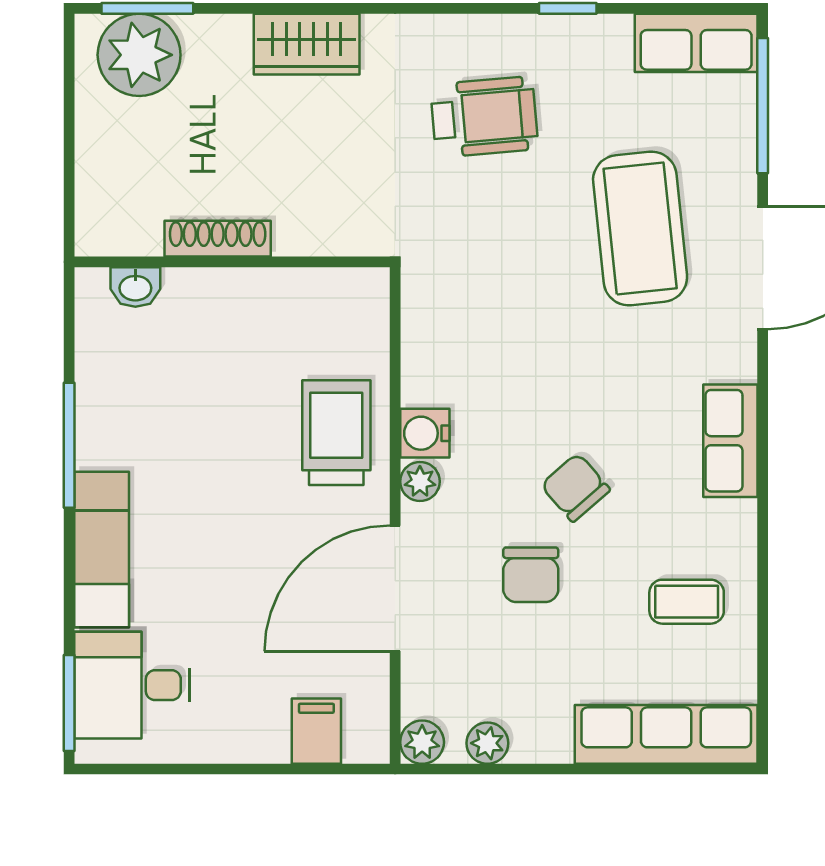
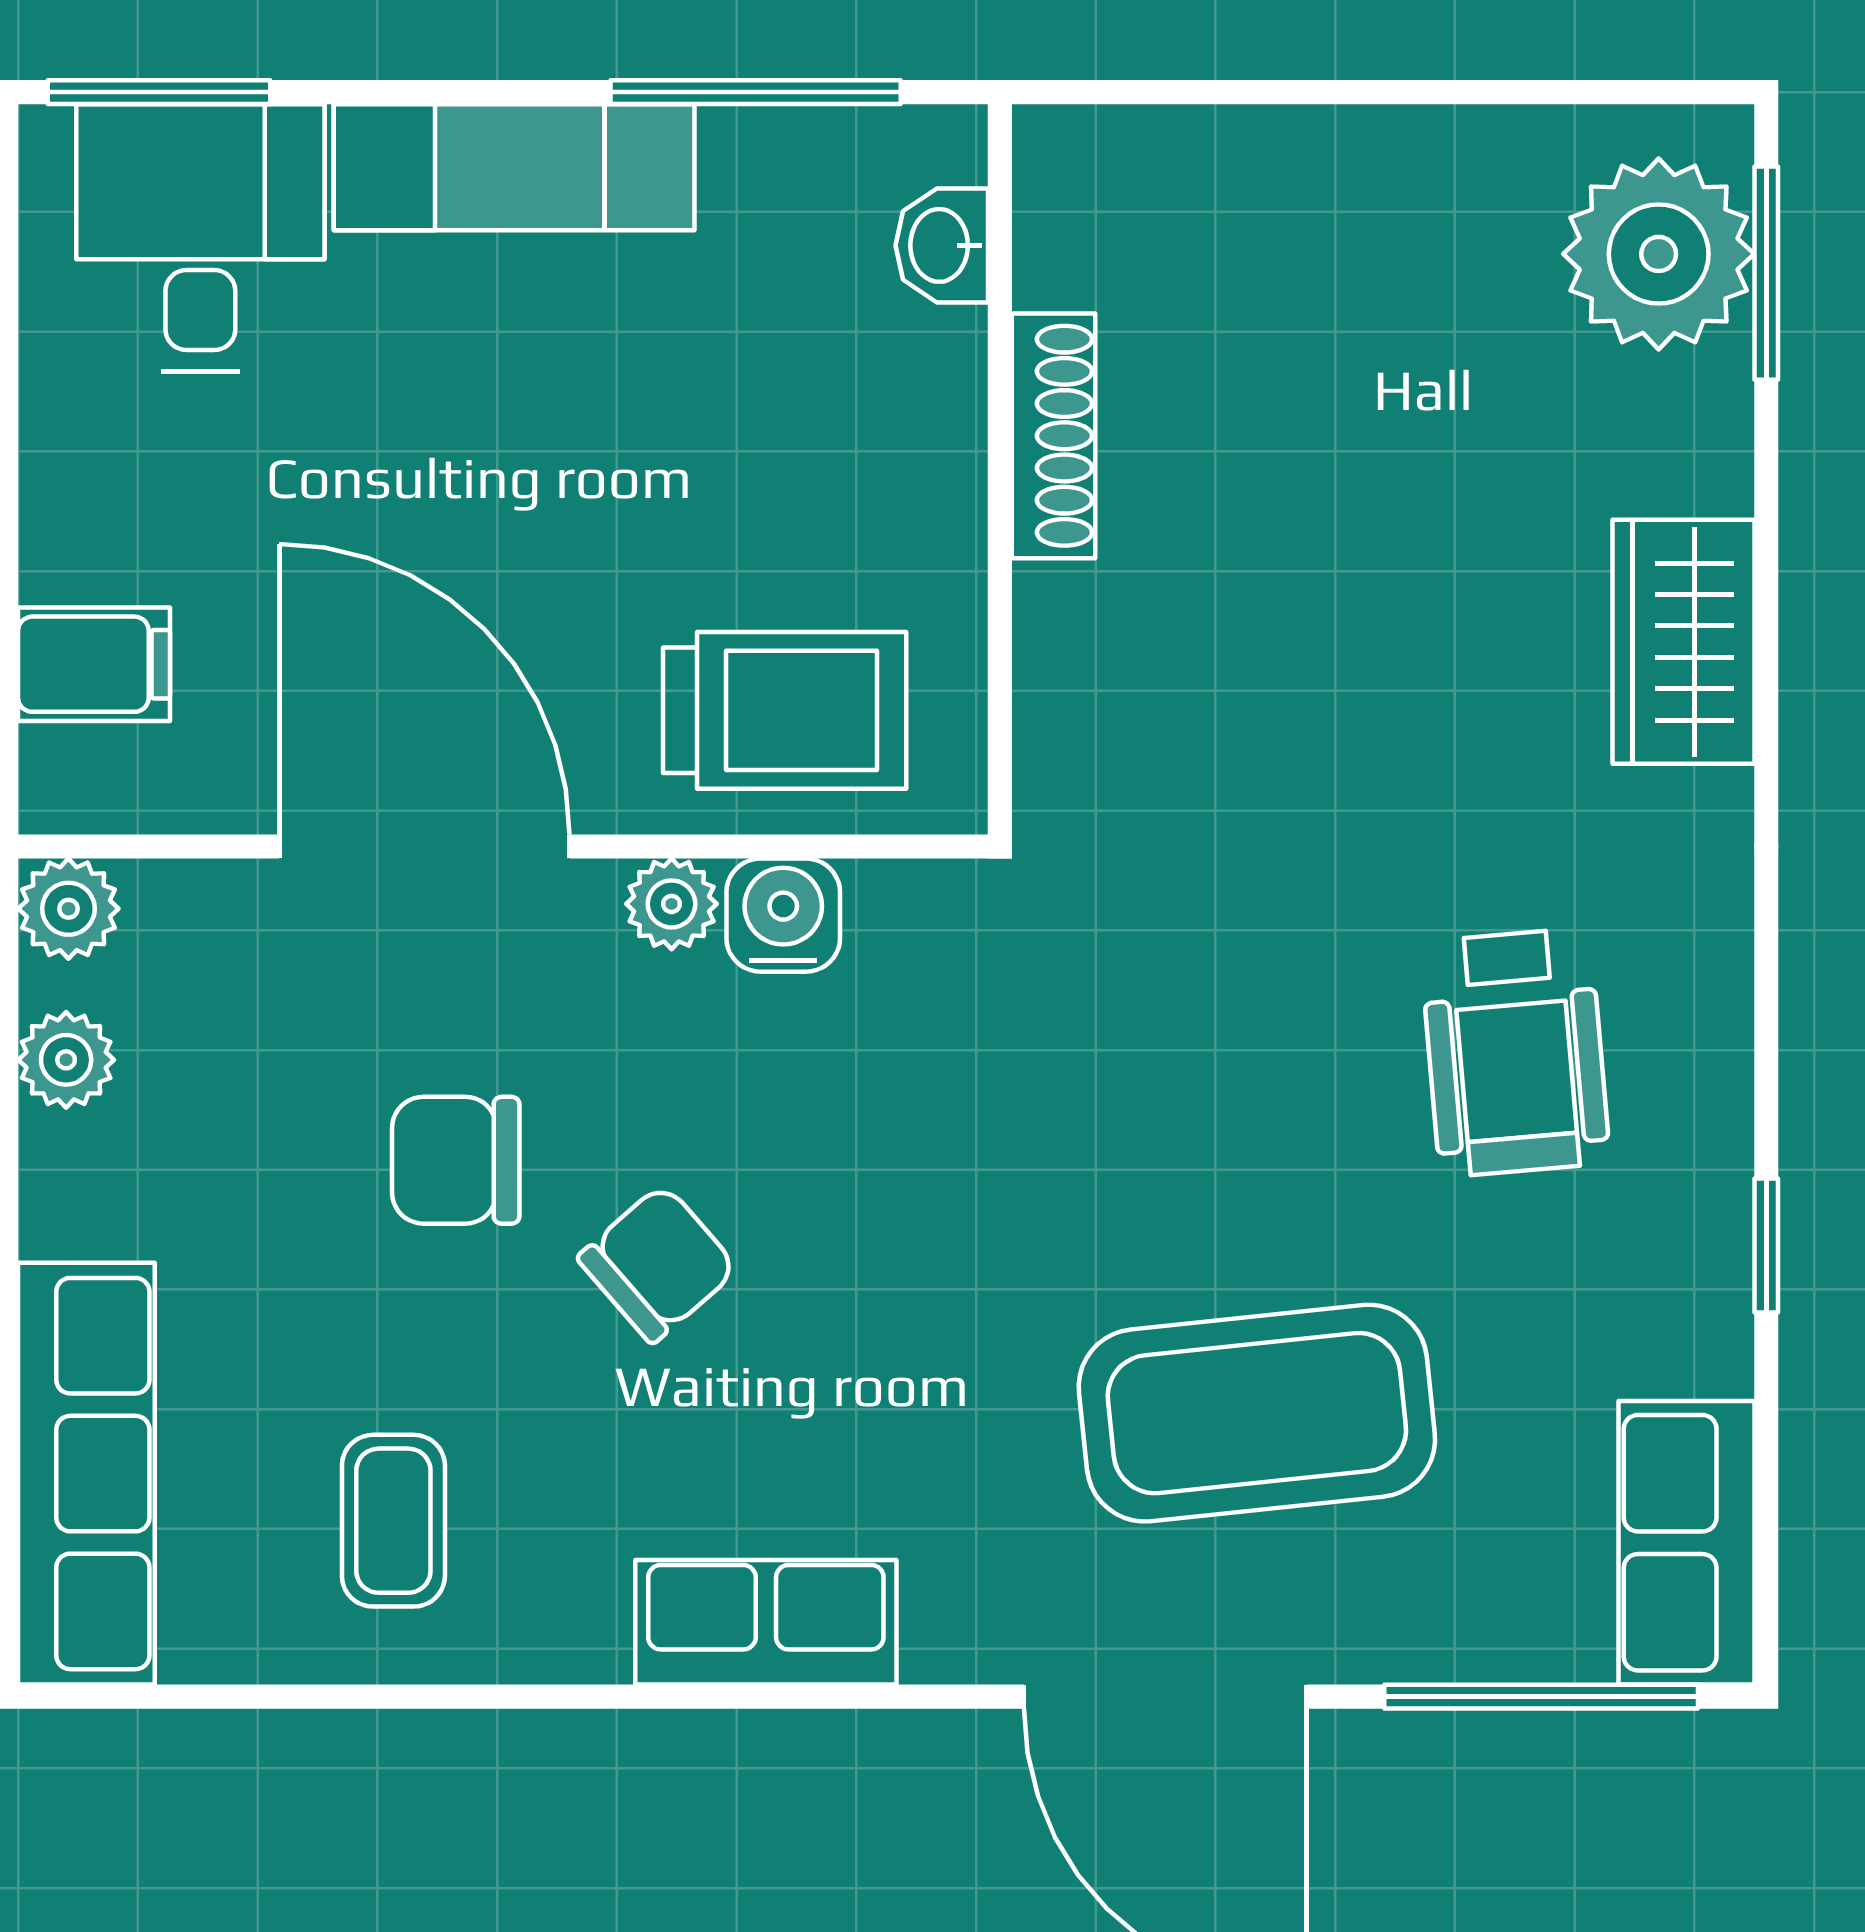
shoe rack: (218, 239) -> (1054, 436), moved
wall: (232, 262) -> (1000, 469), moved
washbasin: (135, 287) -> (942, 245), moved

